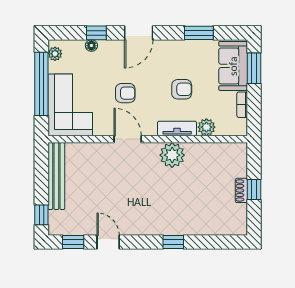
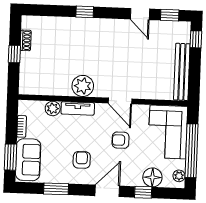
floor lamp: (91, 45) -> (152, 177), width x1.89, depth x1.89
armchair: (182, 89) -> (82, 160), moved, turned 90
shoe rack: (241, 190) -> (26, 40), moved

